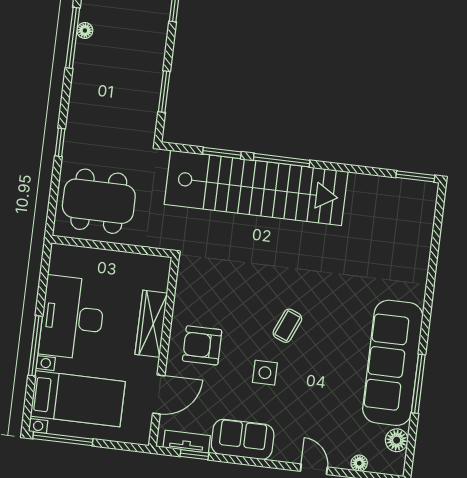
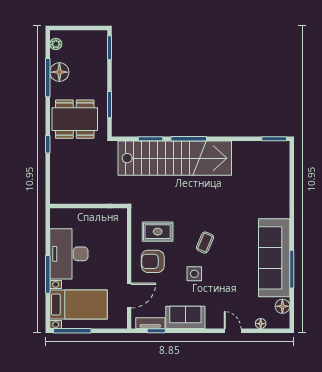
floor lamp: (85, 30) -> (59, 72), width x1.89, depth x1.89
dining table: (99, 201) -> (75, 119), moved
rug: (215, 300) -> (158, 232), added
wardrobe: (151, 324) -> (119, 252), removed

